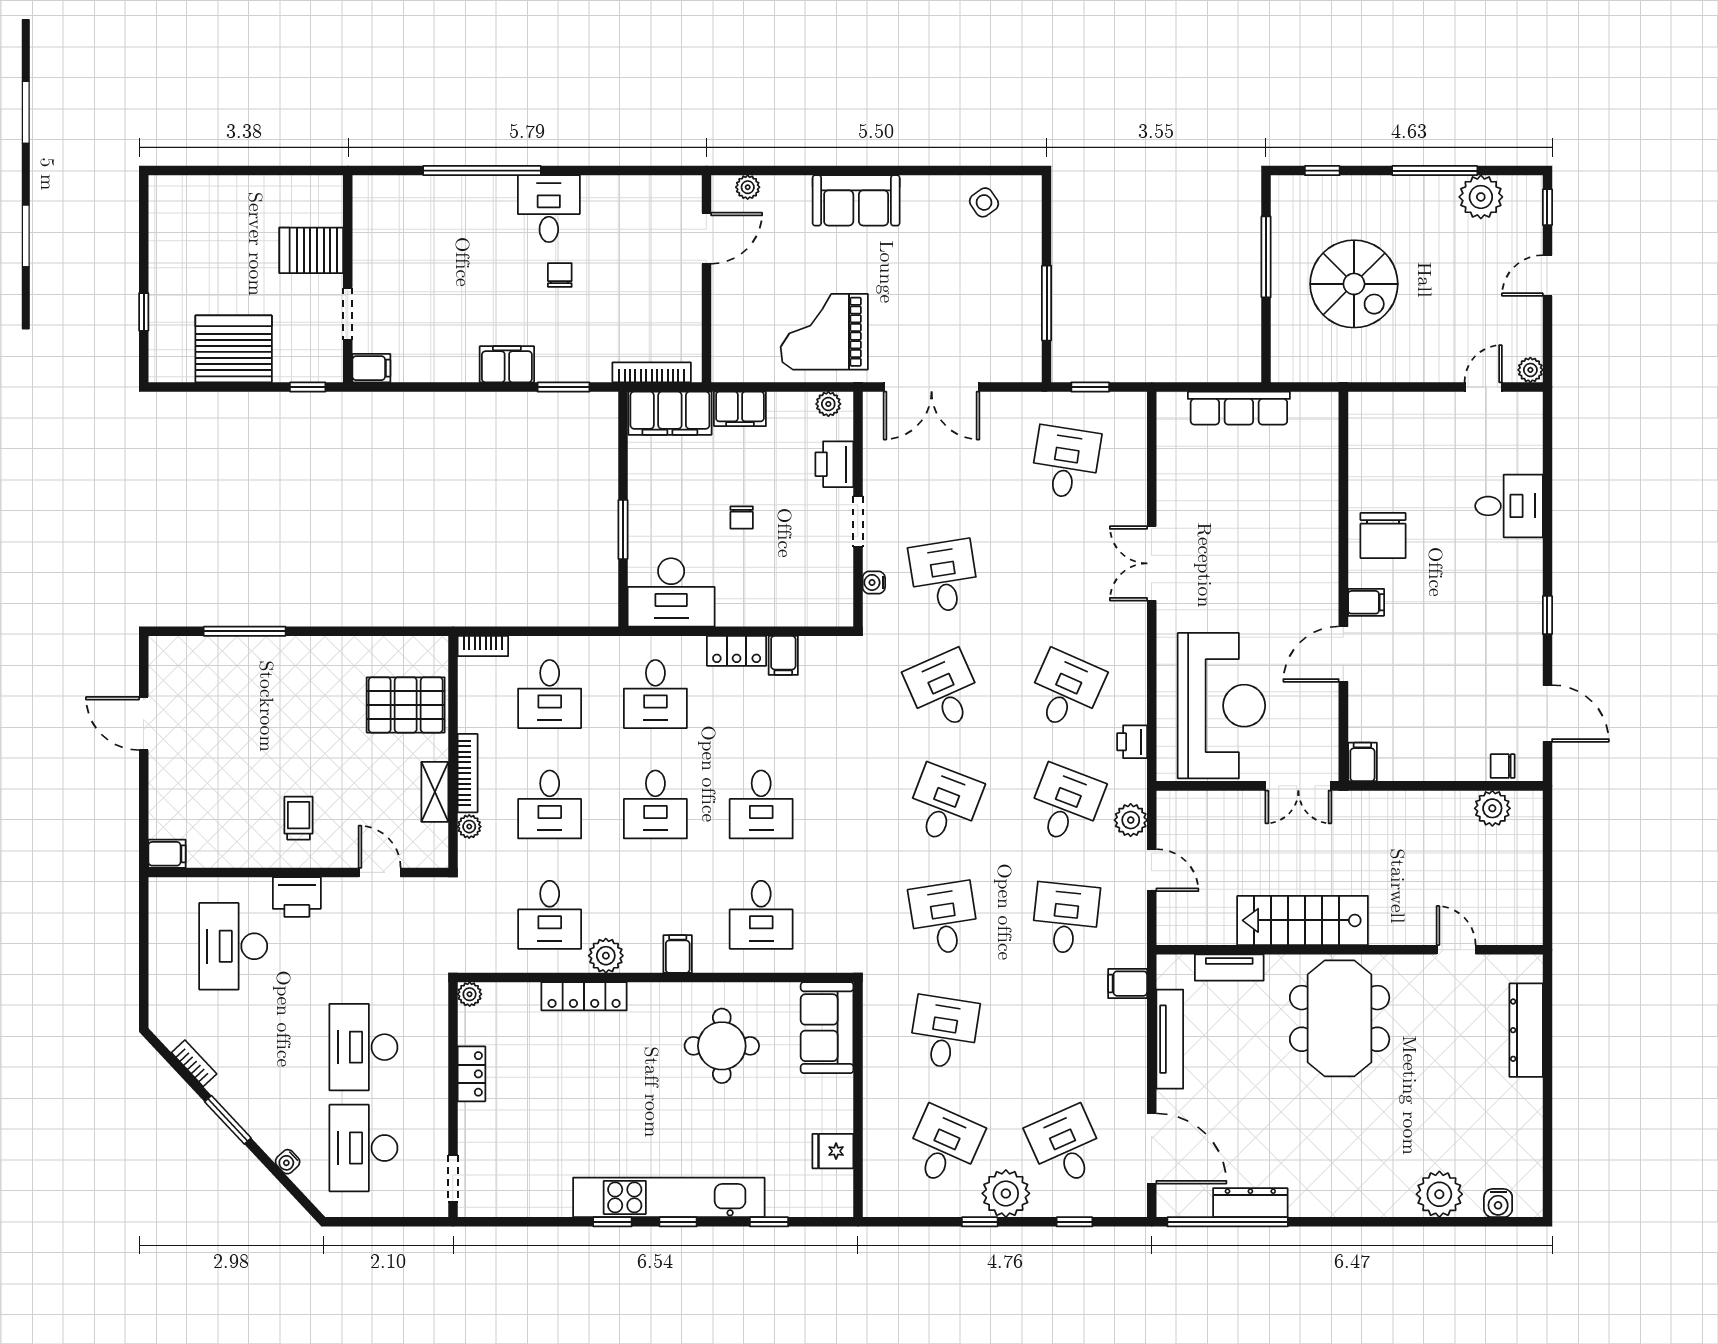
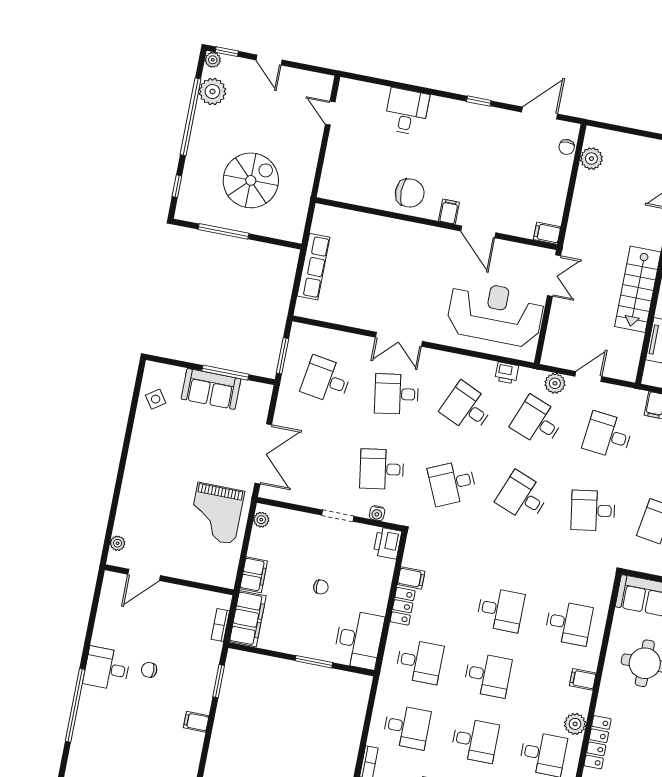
window: (1435, 171) -> (191, 117), width x1.46
sofa: (856, 200) -> (211, 389), moved, turned 90
door: (706, 238) -> (144, 575), swing flipped
filing cabinet: (507, 364) -> (196, 722), width x0.50
plant: (1530, 370) -> (213, 60), moved
bookcase: (652, 372) -> (220, 625), width x0.64
window: (1090, 387) -> (283, 356), width x1.50
printer: (834, 464) -> (387, 543), moved, turned 90
desk: (1066, 576) -> (397, 394), added

